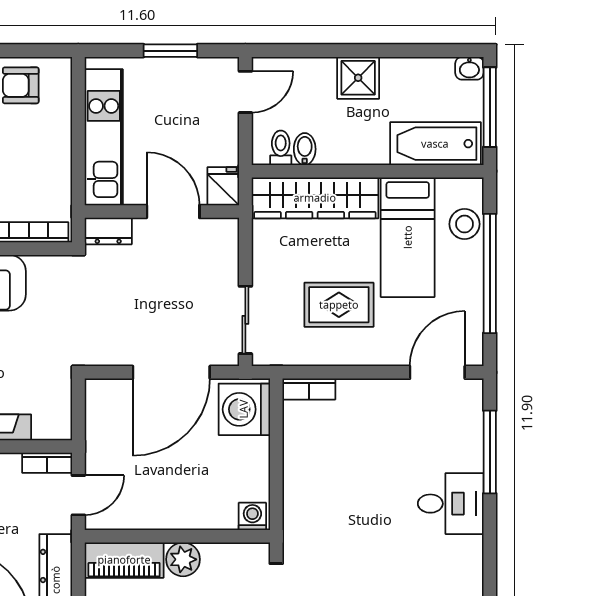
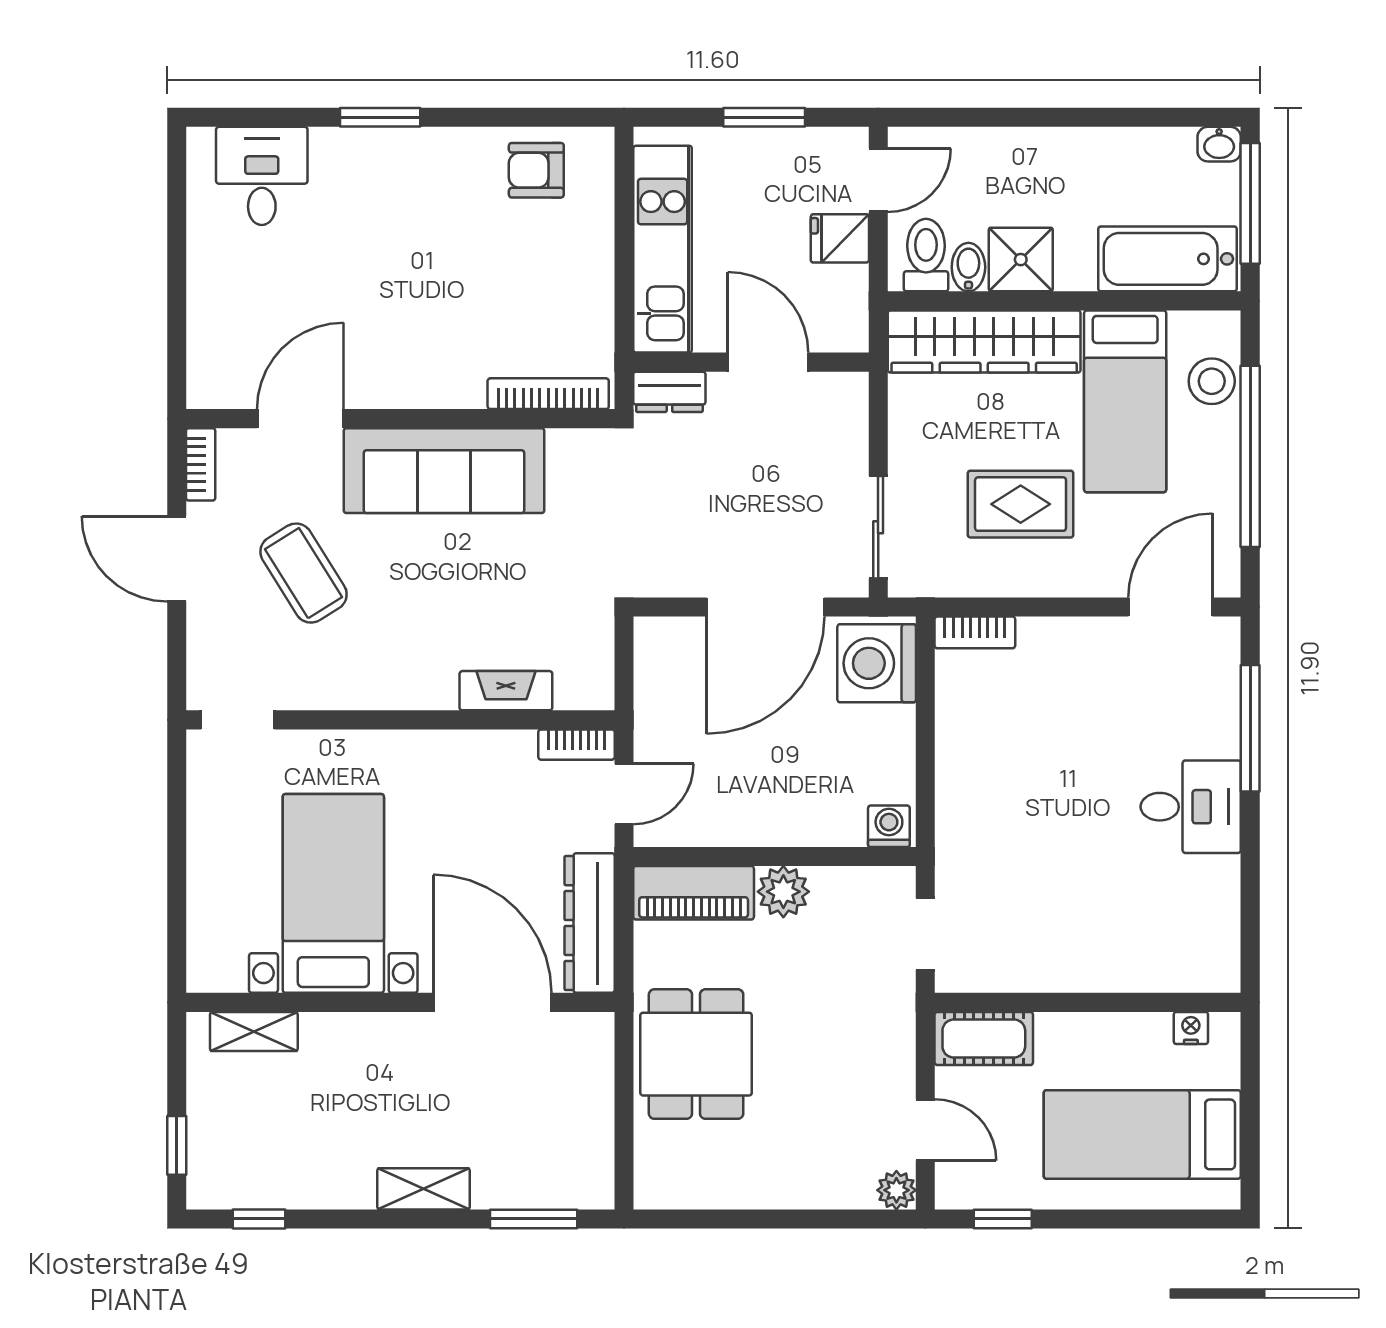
shower: (358, 78) -> (1021, 260), moved
toilet: (281, 148) -> (926, 255), width x1.37, depth x1.39
fridge: (223, 186) -> (840, 238), moved, turned -90

